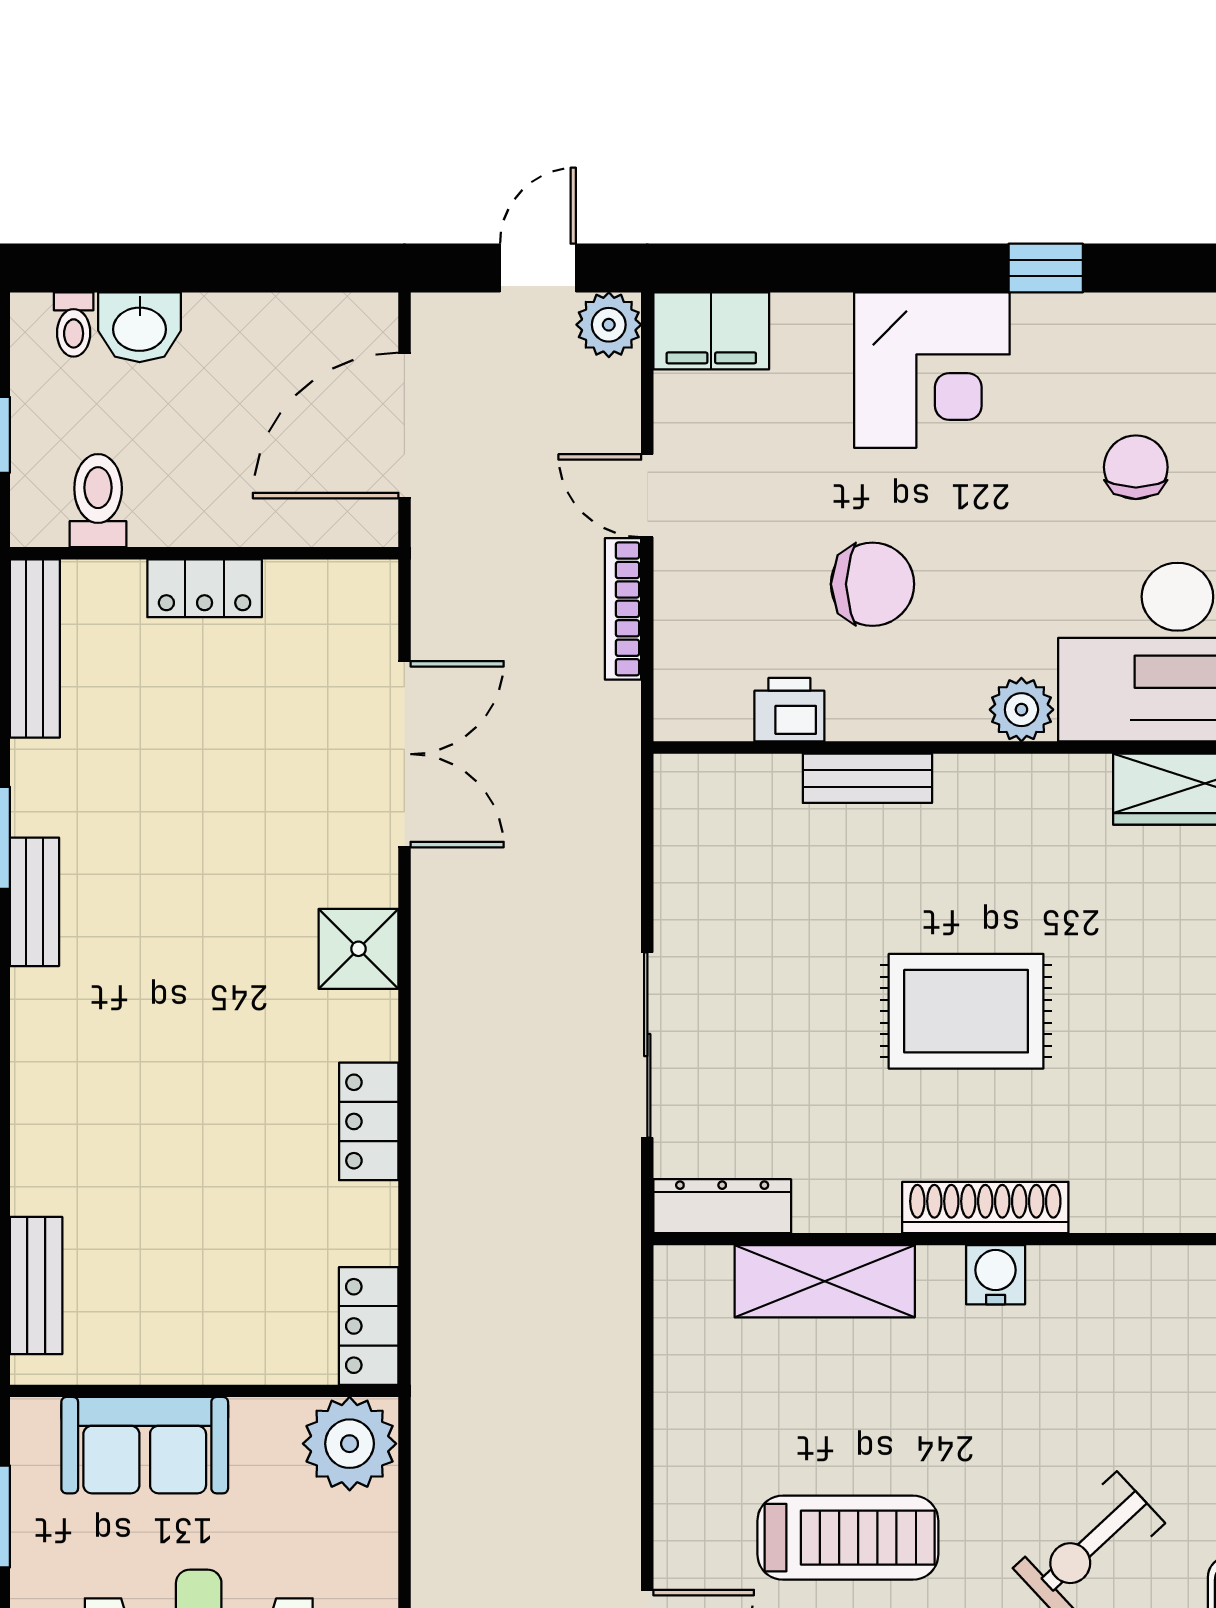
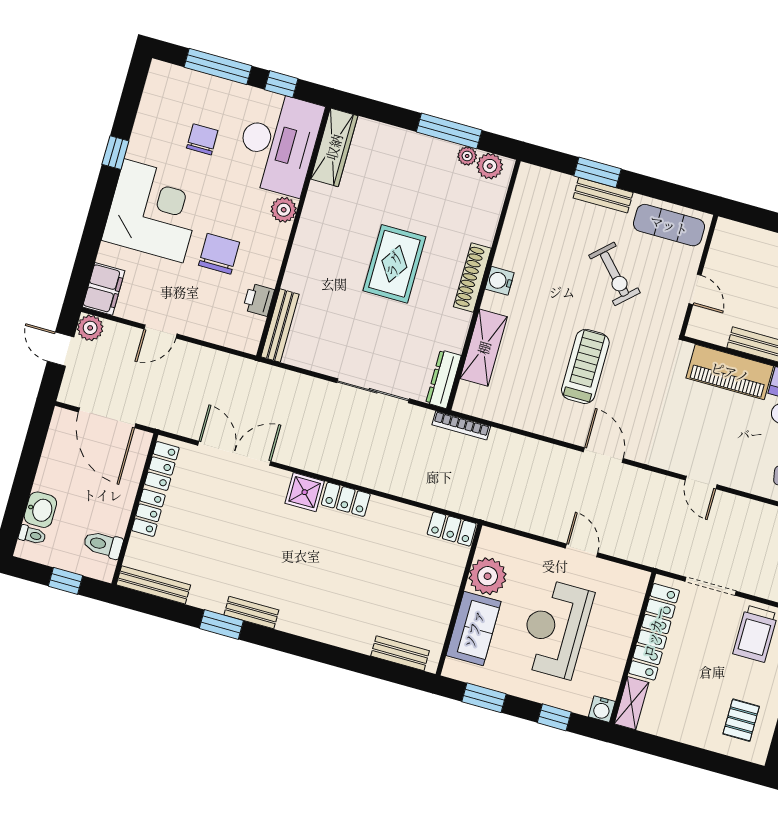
corner desk: (932, 370) -> (153, 211), width x1.36, depth x1.36
chair: (1136, 467) -> (202, 139), turned 90
locker: (326, 589) -> (162, 466), added
bookcase: (623, 609) -> (461, 426), moved
bench: (867, 778) -> (280, 326), moved, width x1.36
locker: (369, 1121) -> (346, 499), moved
plant: (350, 1444) -> (488, 576), moved

